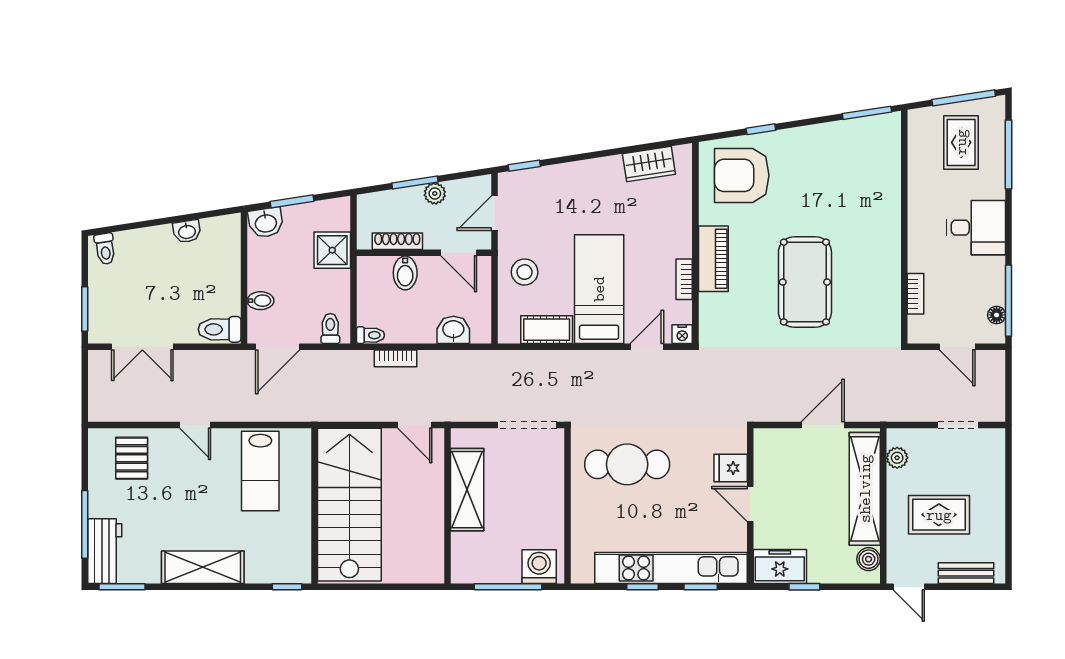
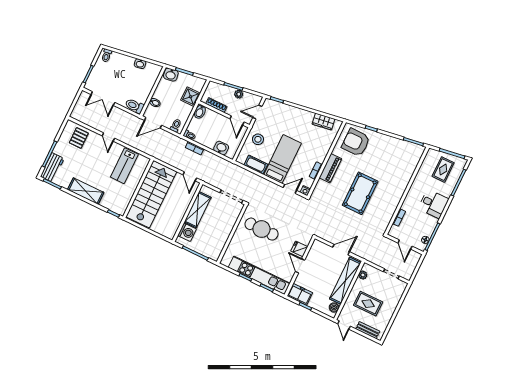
bidet: (405, 273) -> (200, 112), moved
washing machine: (539, 567) -> (187, 232), moved, turned 90

